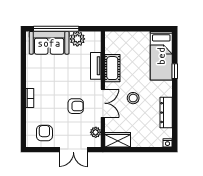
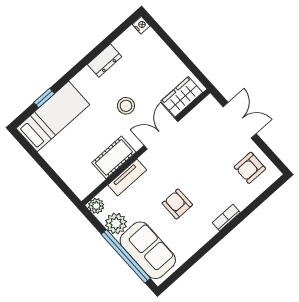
window: (175, 71) -> (44, 98), moved
armchair: (76, 106) -> (177, 204), moved
dresser: (166, 113) -> (105, 60), width x0.70
plant: (96, 132) -> (96, 206), moved
wardrobe: (118, 140) -> (182, 97), moved, turned 90

